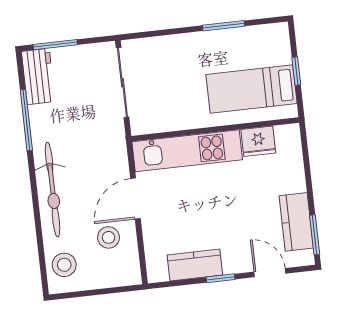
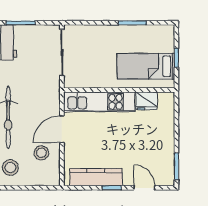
kitchen counter: (296, 222) -> (165, 156), removed
kitchen counter: (195, 265) -> (96, 177), width x1.50

